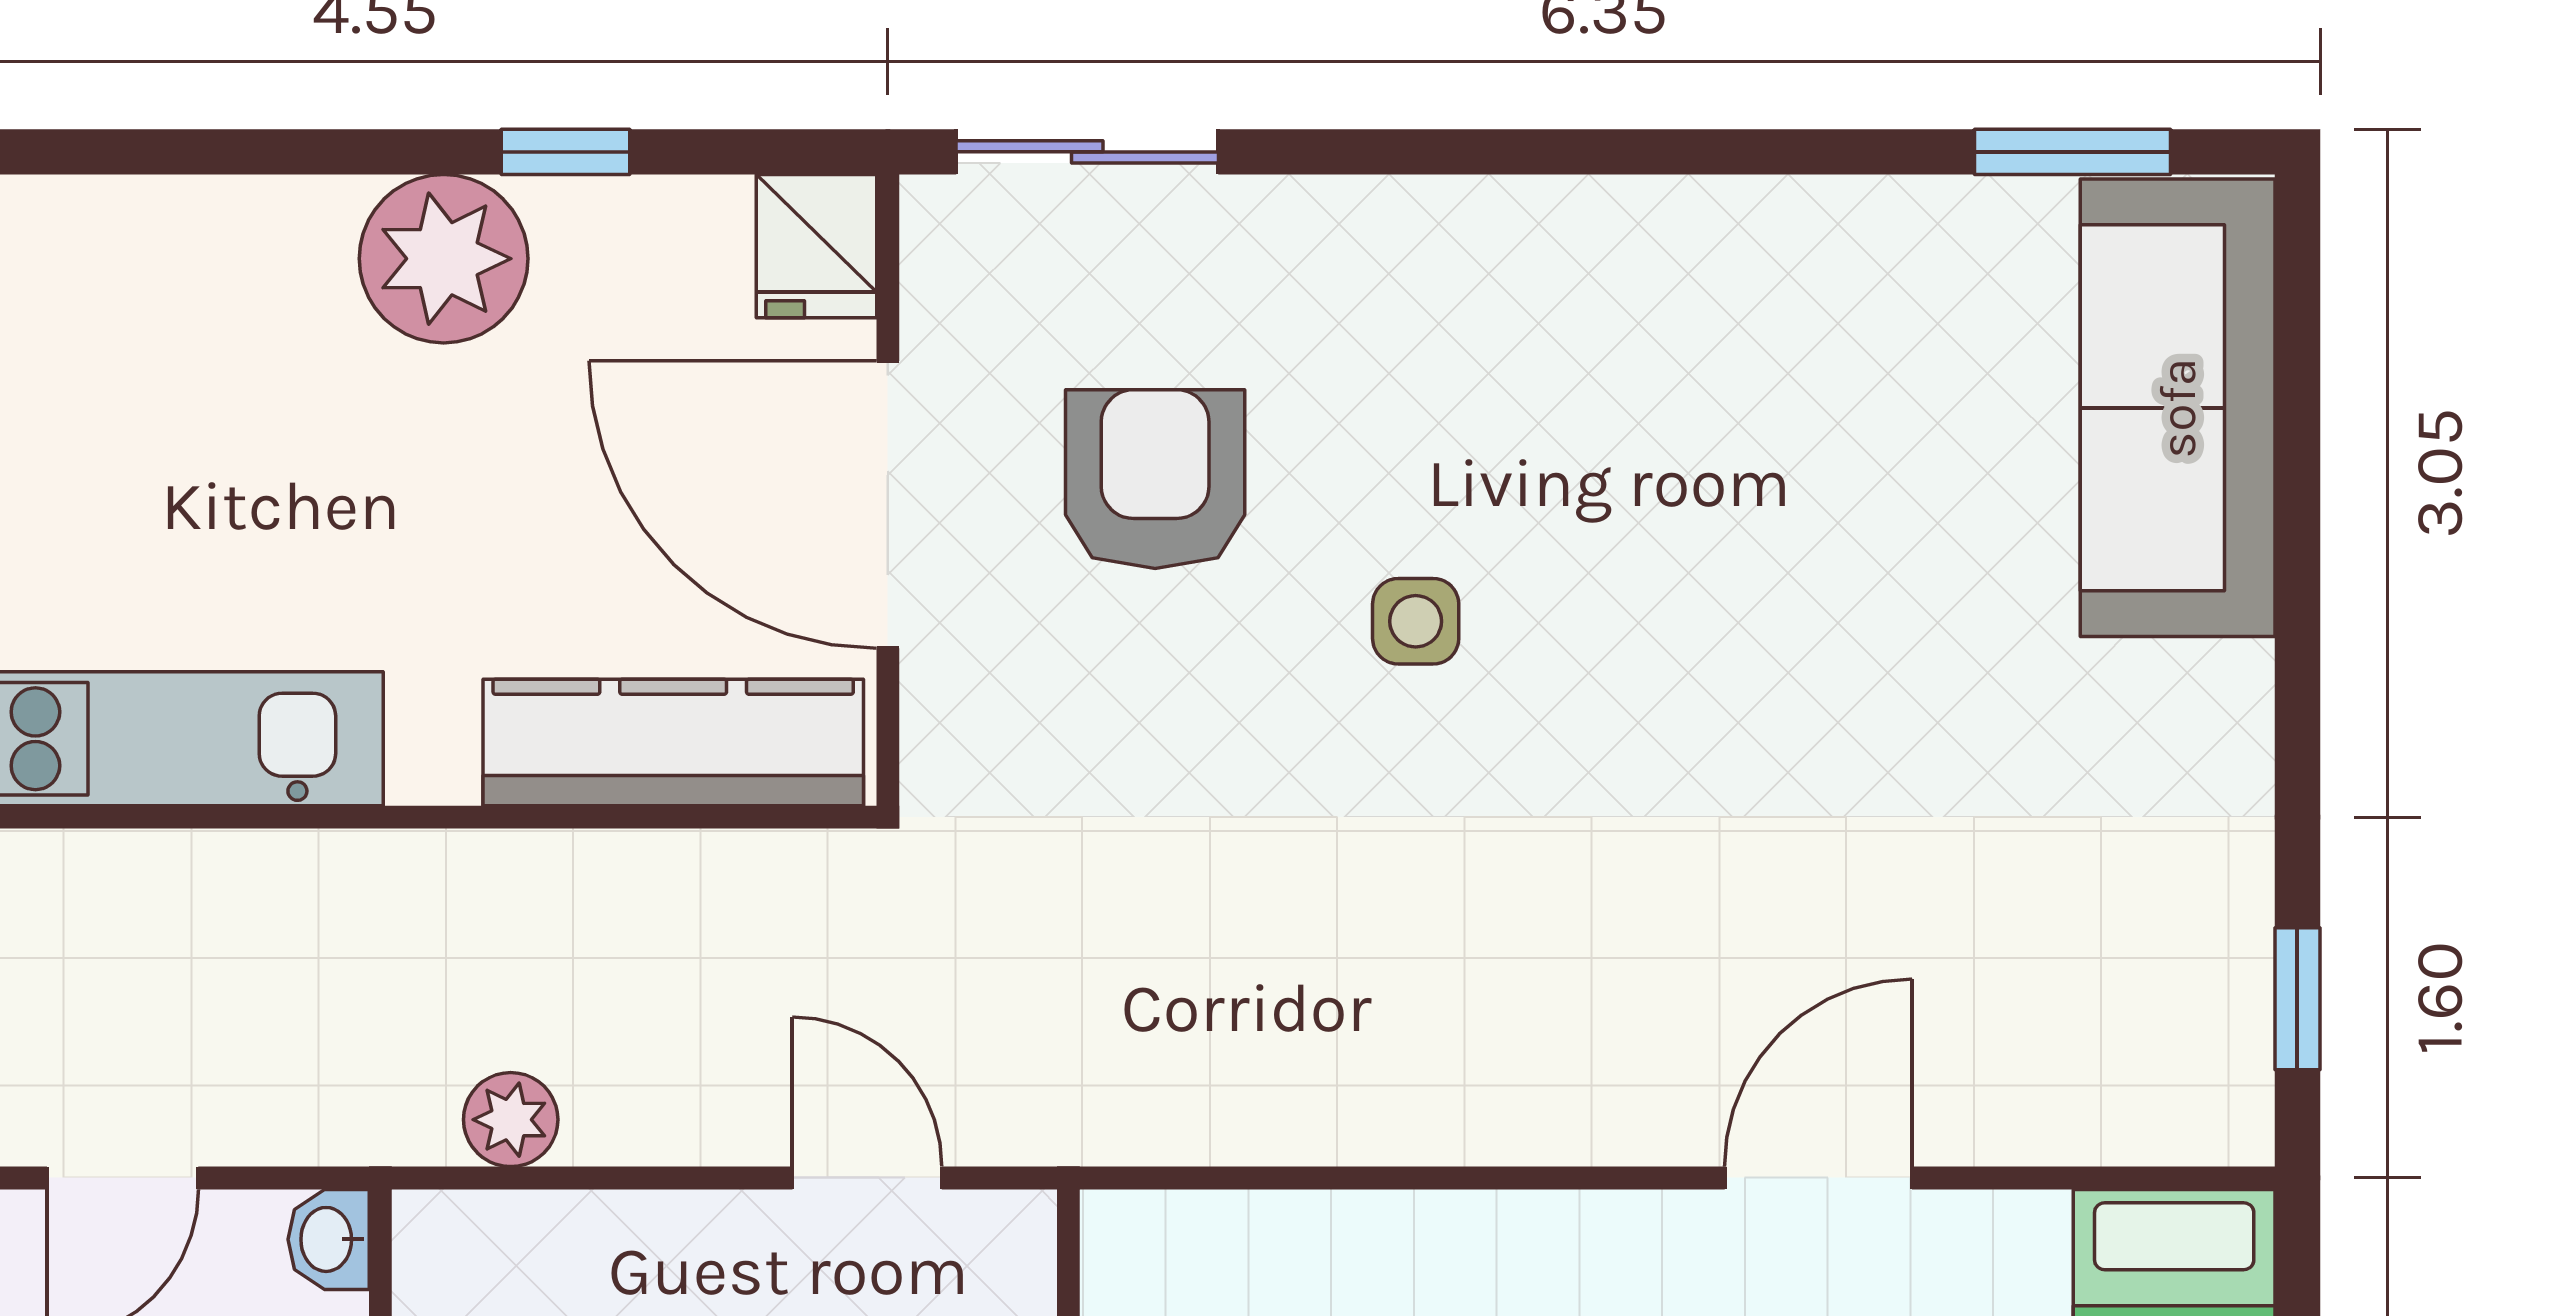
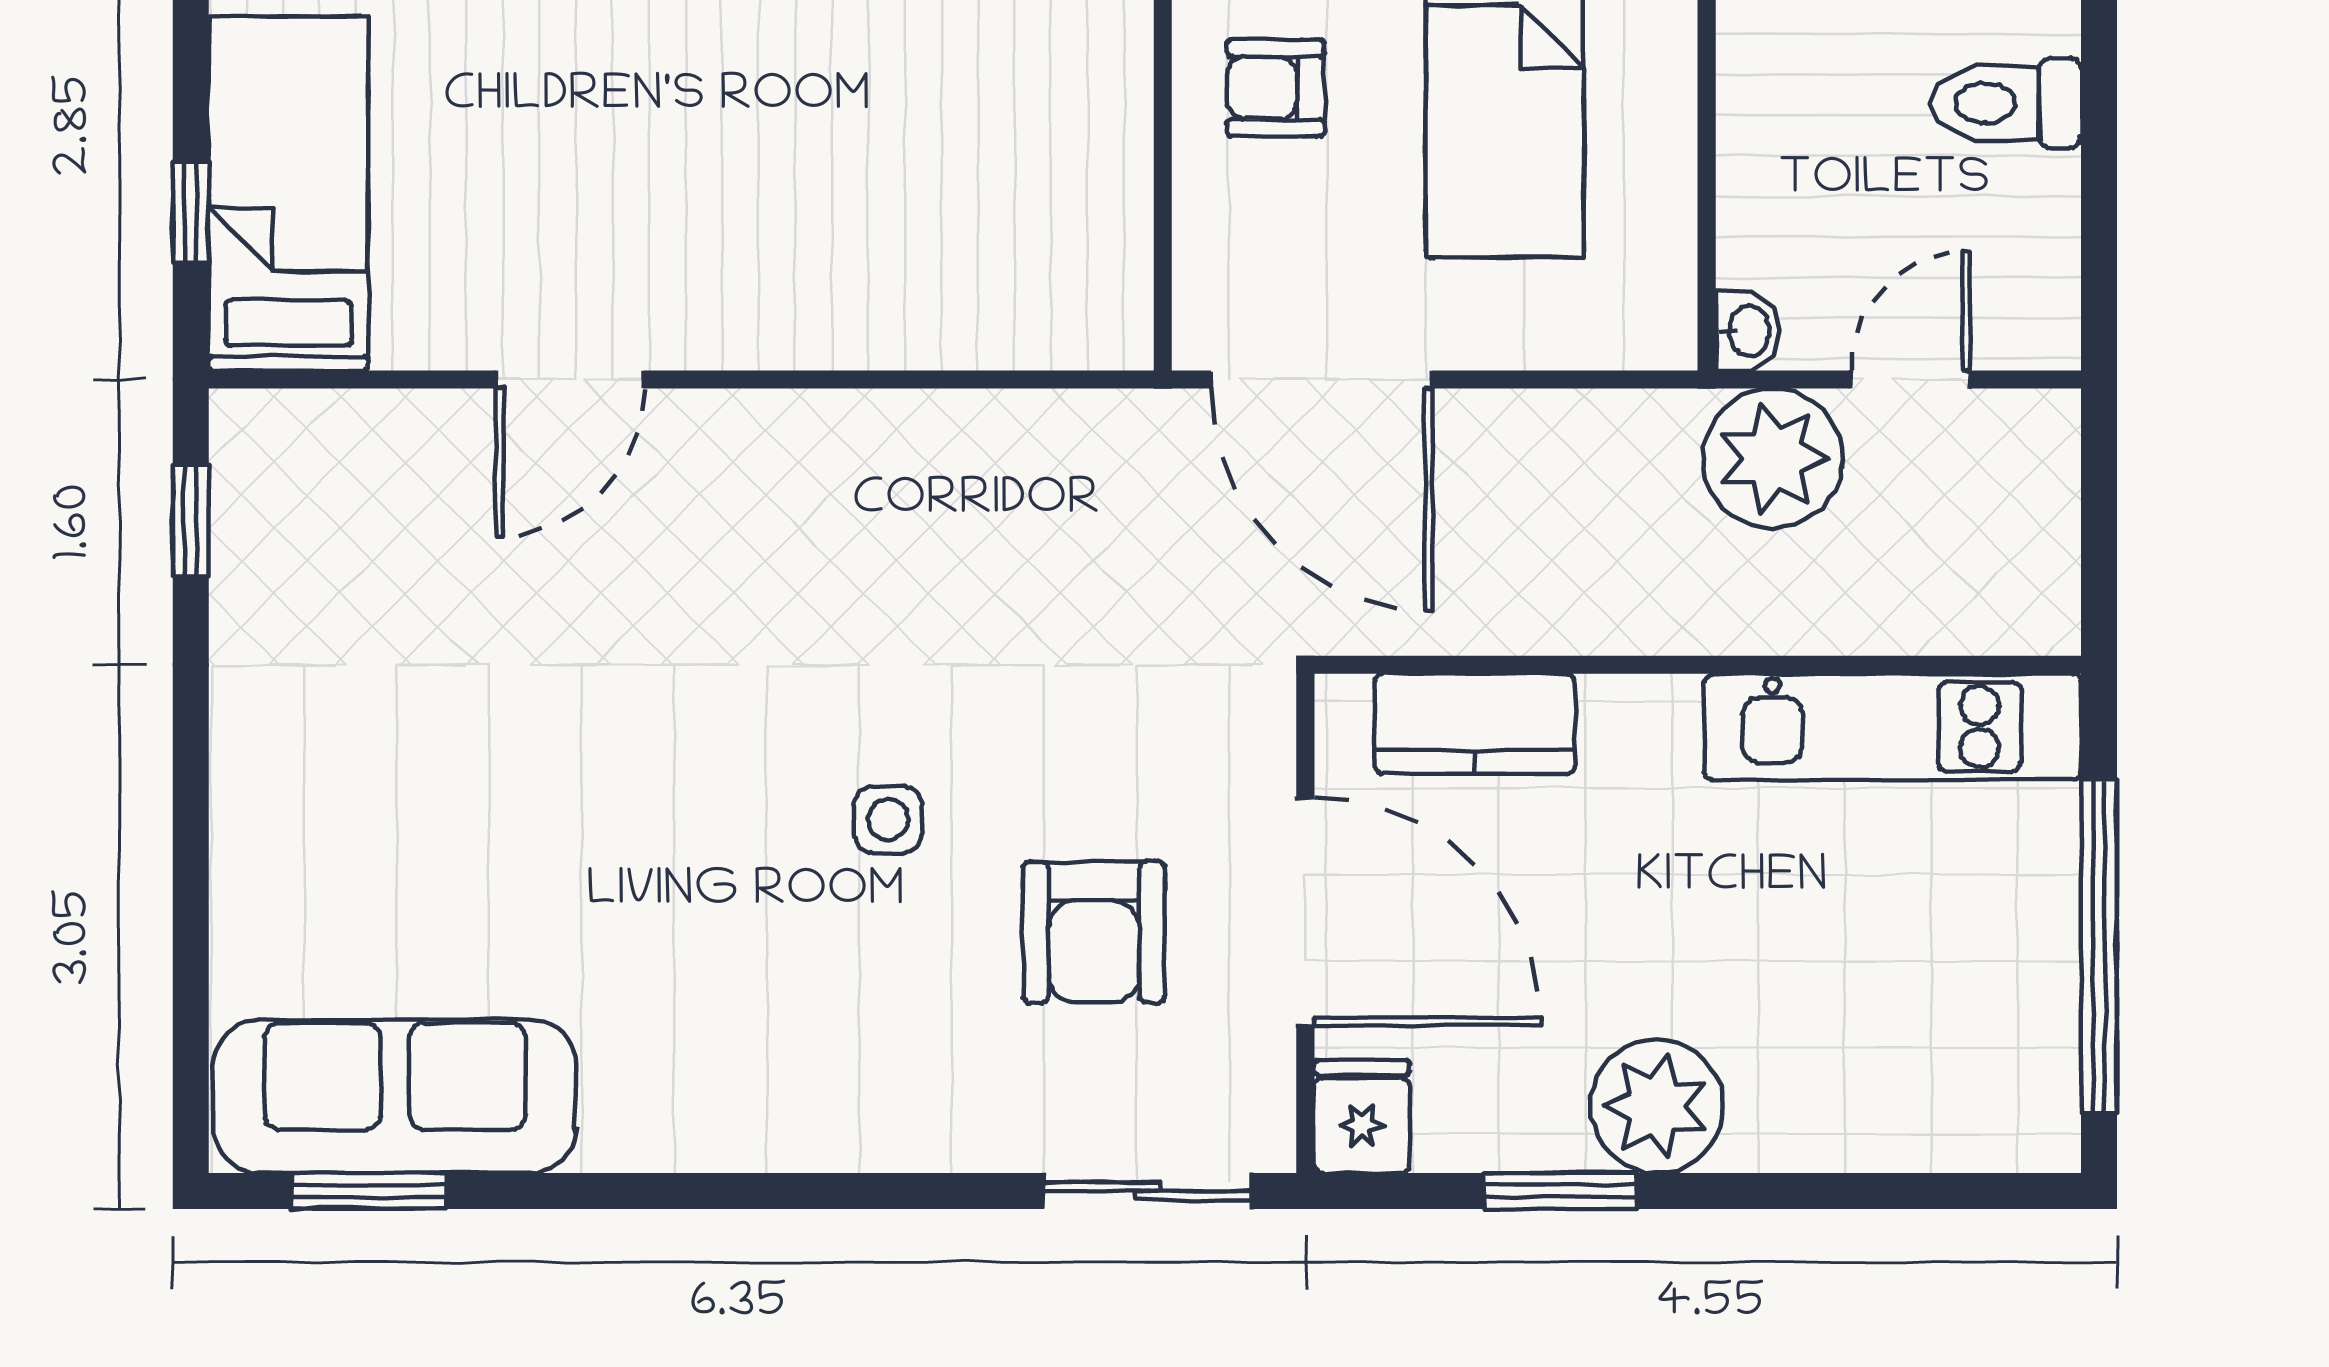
window: (565, 152) -> (1560, 1191), width x1.50
sofa: (2178, 408) -> (395, 1096), moved, turned -90
kitchen counter: (673, 743) -> (1475, 724), width x0.67
plant: (511, 1120) -> (1773, 458), moved, width x1.88, depth x1.88
door: (867, 1178) -> (1322, 379), width x1.88

